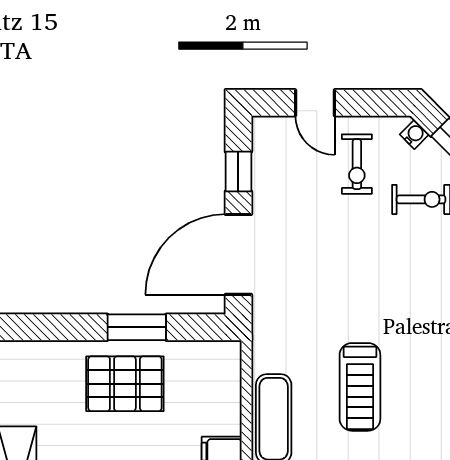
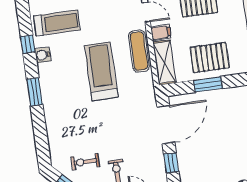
shelving: (223, 387) -> (164, 62), added
treadmill: (360, 387) -> (101, 71), width x1.37, depth x1.38

